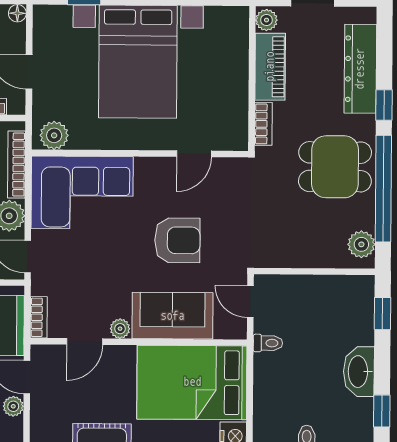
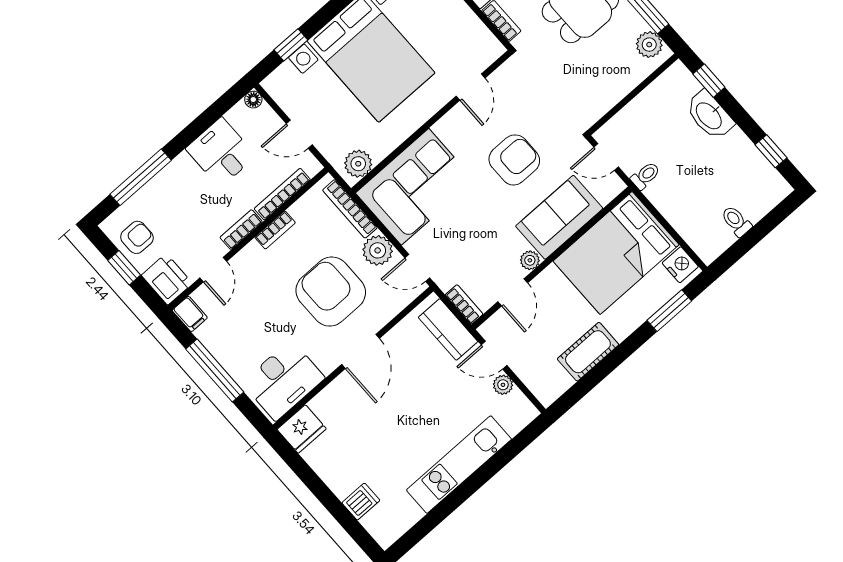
washbasin: (359, 372) -> (709, 115), moved

